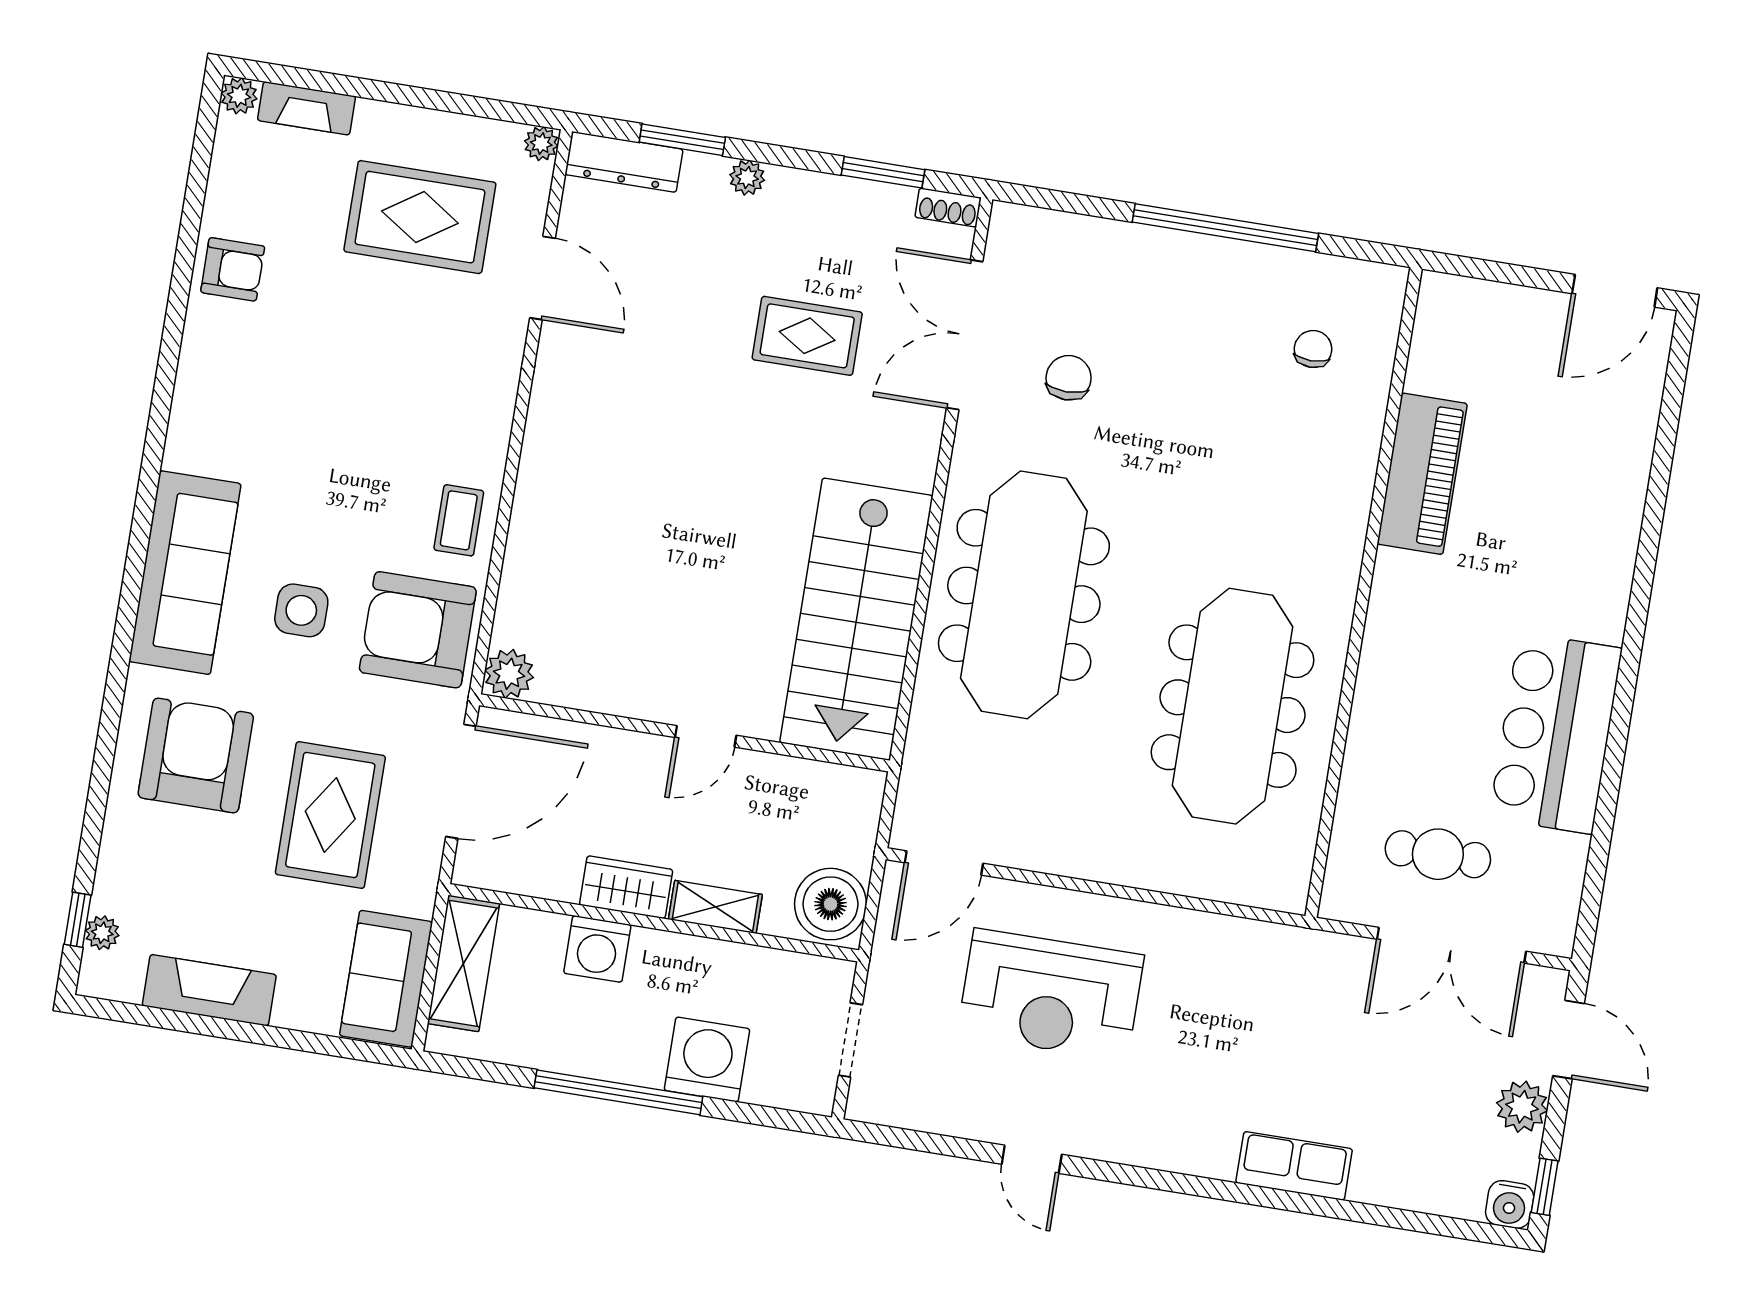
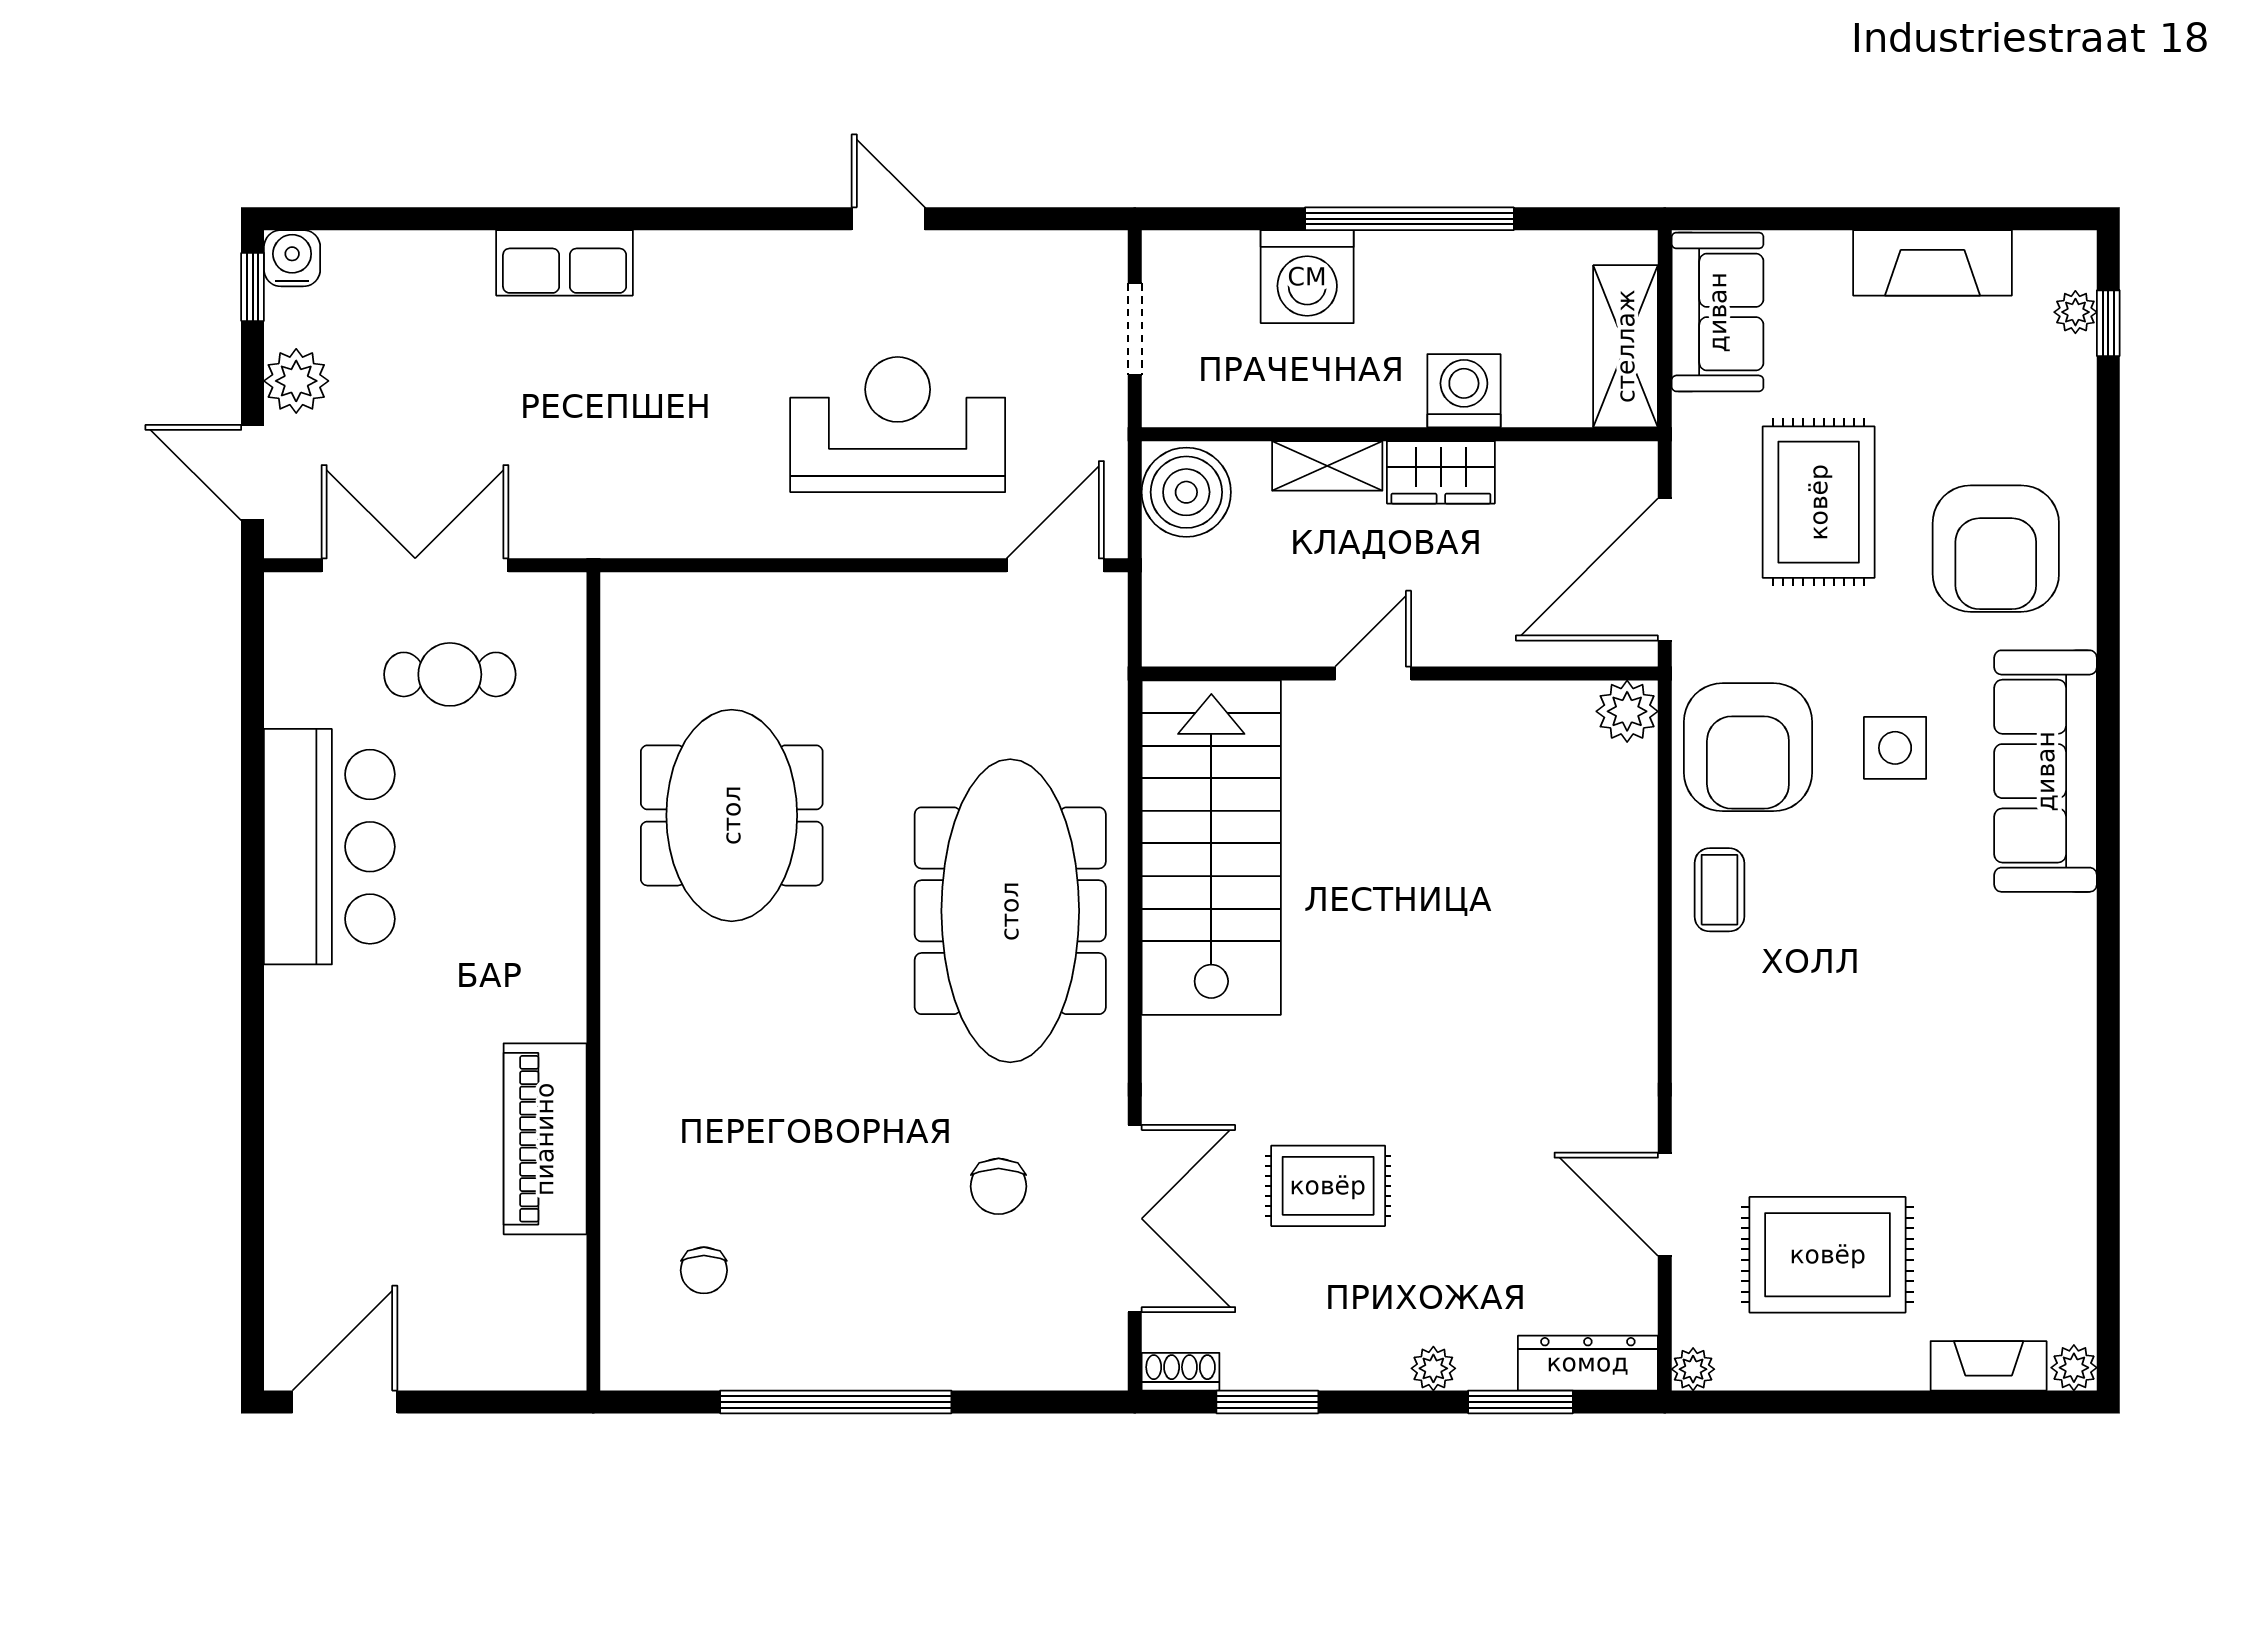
armchair: (233, 269) -> (2047, 1153), removed
armchair: (418, 630) -> (1748, 747), turned 90
meeting table: (1233, 706) -> (732, 815), width x0.73

